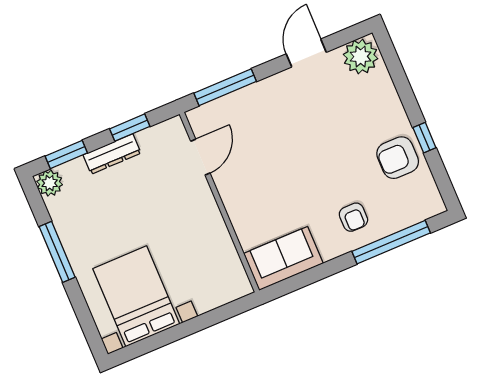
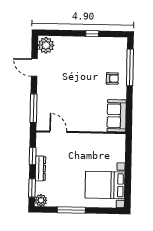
armchair: (398, 158) -> (96, 49), removed

